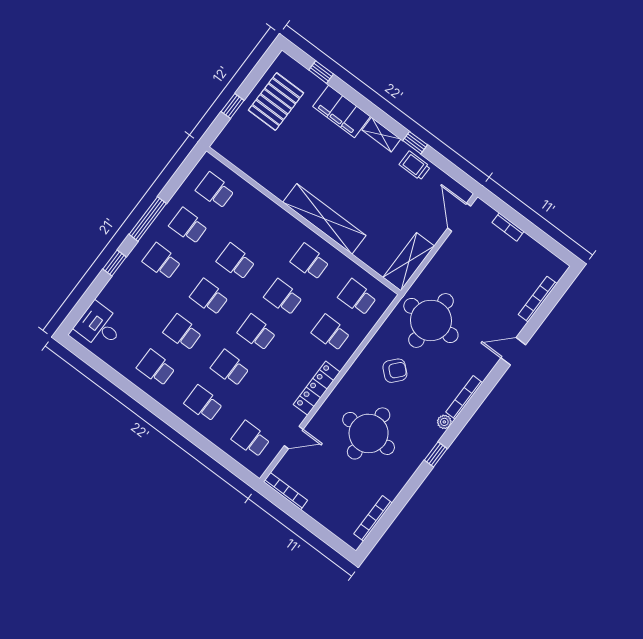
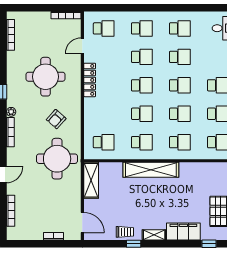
school desk: (331, 333) -> (180, 142), moved

